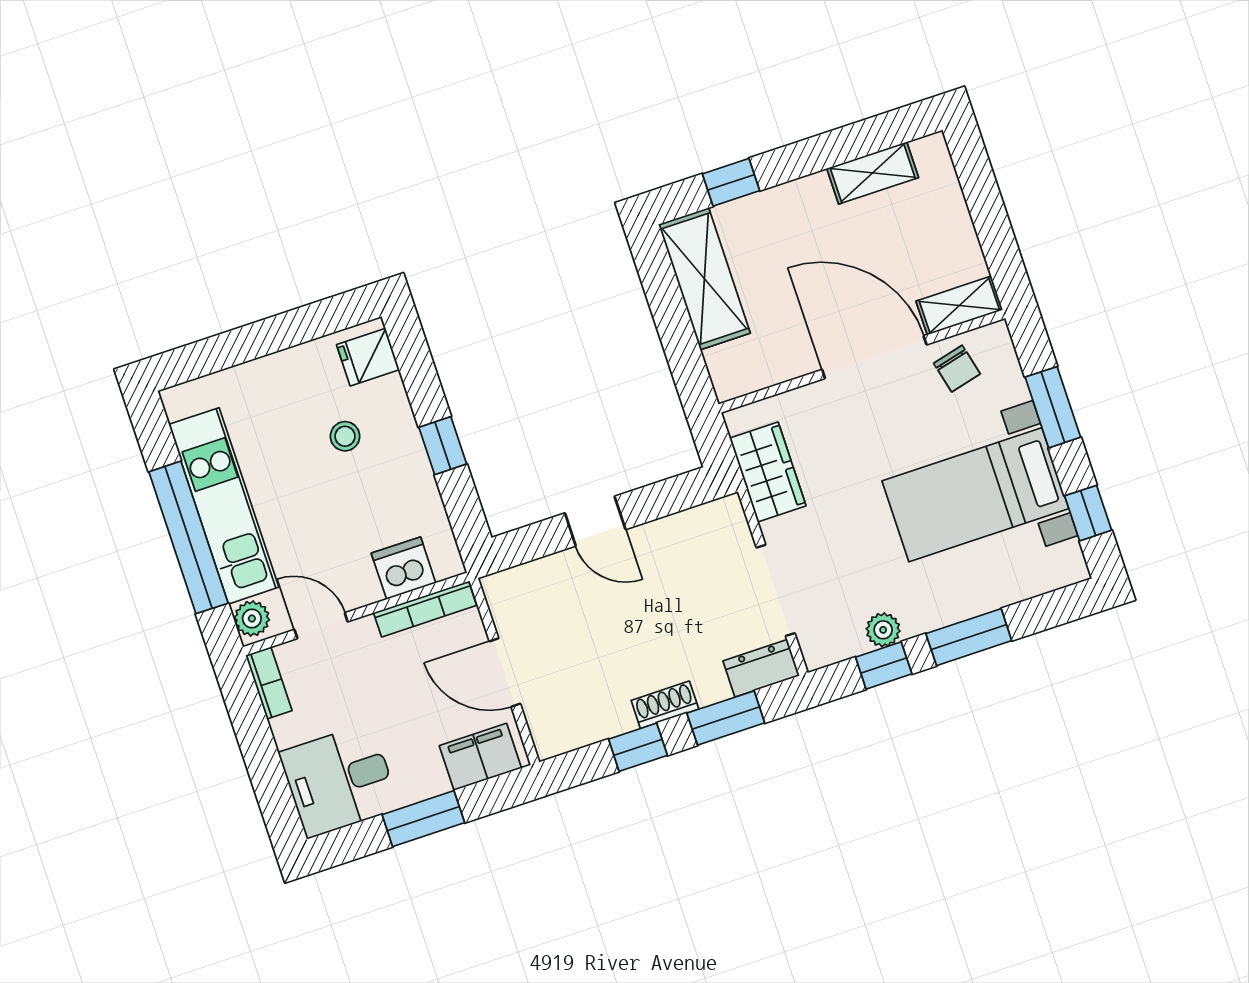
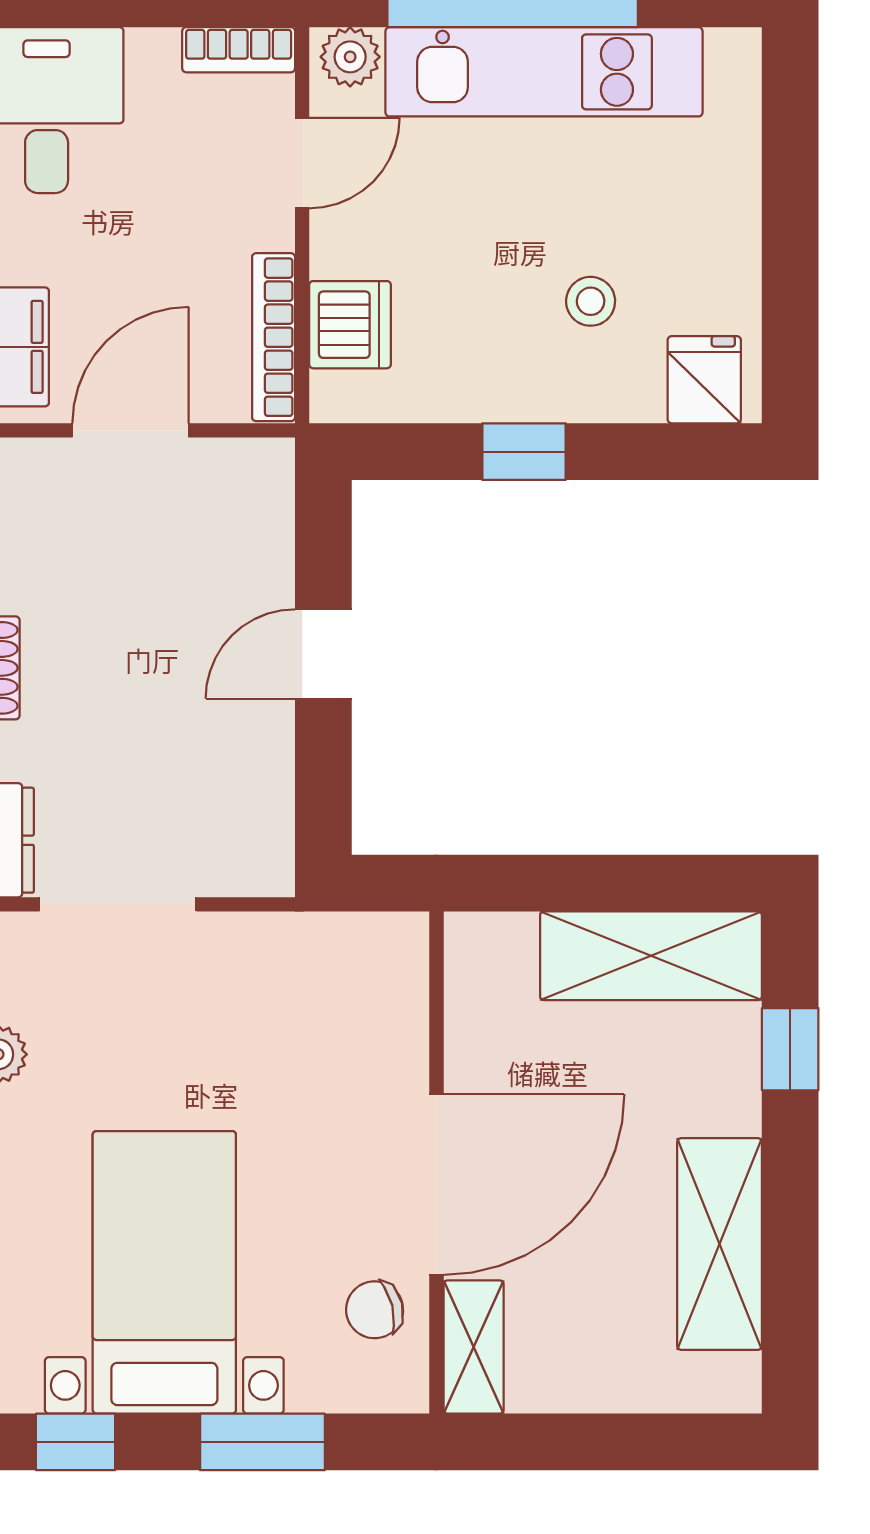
shelving: (873, 173) -> (720, 1244), width x1.50, depth x1.33
wardrobe: (768, 472) -> (310, 954), removed

